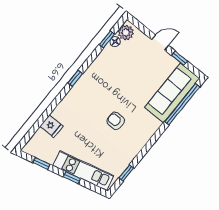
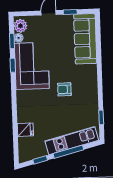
corner sofa: (105, 76) -> (32, 66), added
window: (75, 78) -> (13, 65), moved
window: (182, 104) -> (98, 40), removed
window: (72, 178) -> (68, 152), width x2.17

